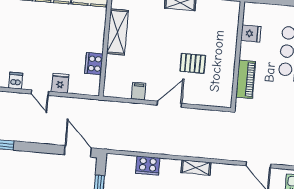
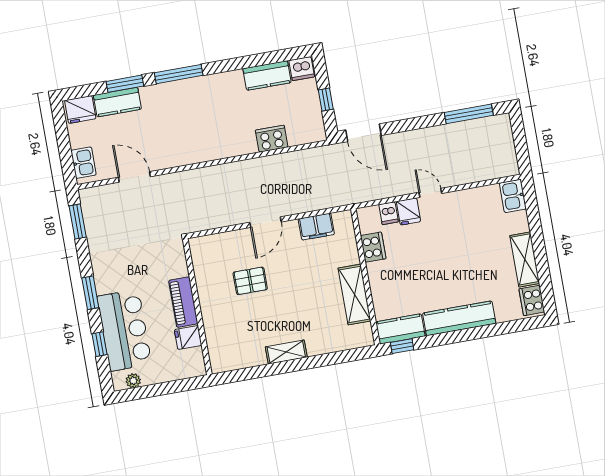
piano: (246, 79) -> (183, 302), moved
dishwasher: (16, 81) -> (389, 213), moved
filing cabinet: (139, 91) -> (316, 227), width x2.00
shelving: (196, 168) -> (211, 152), removed

